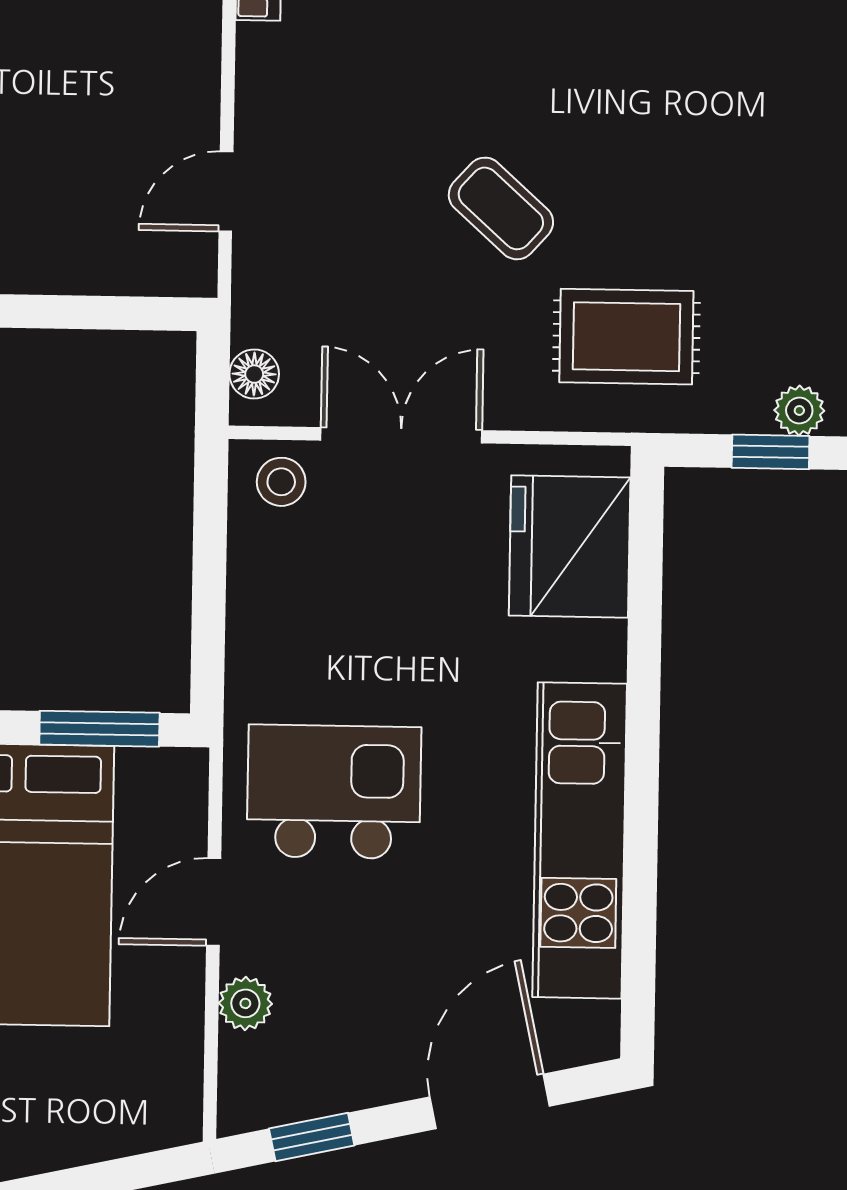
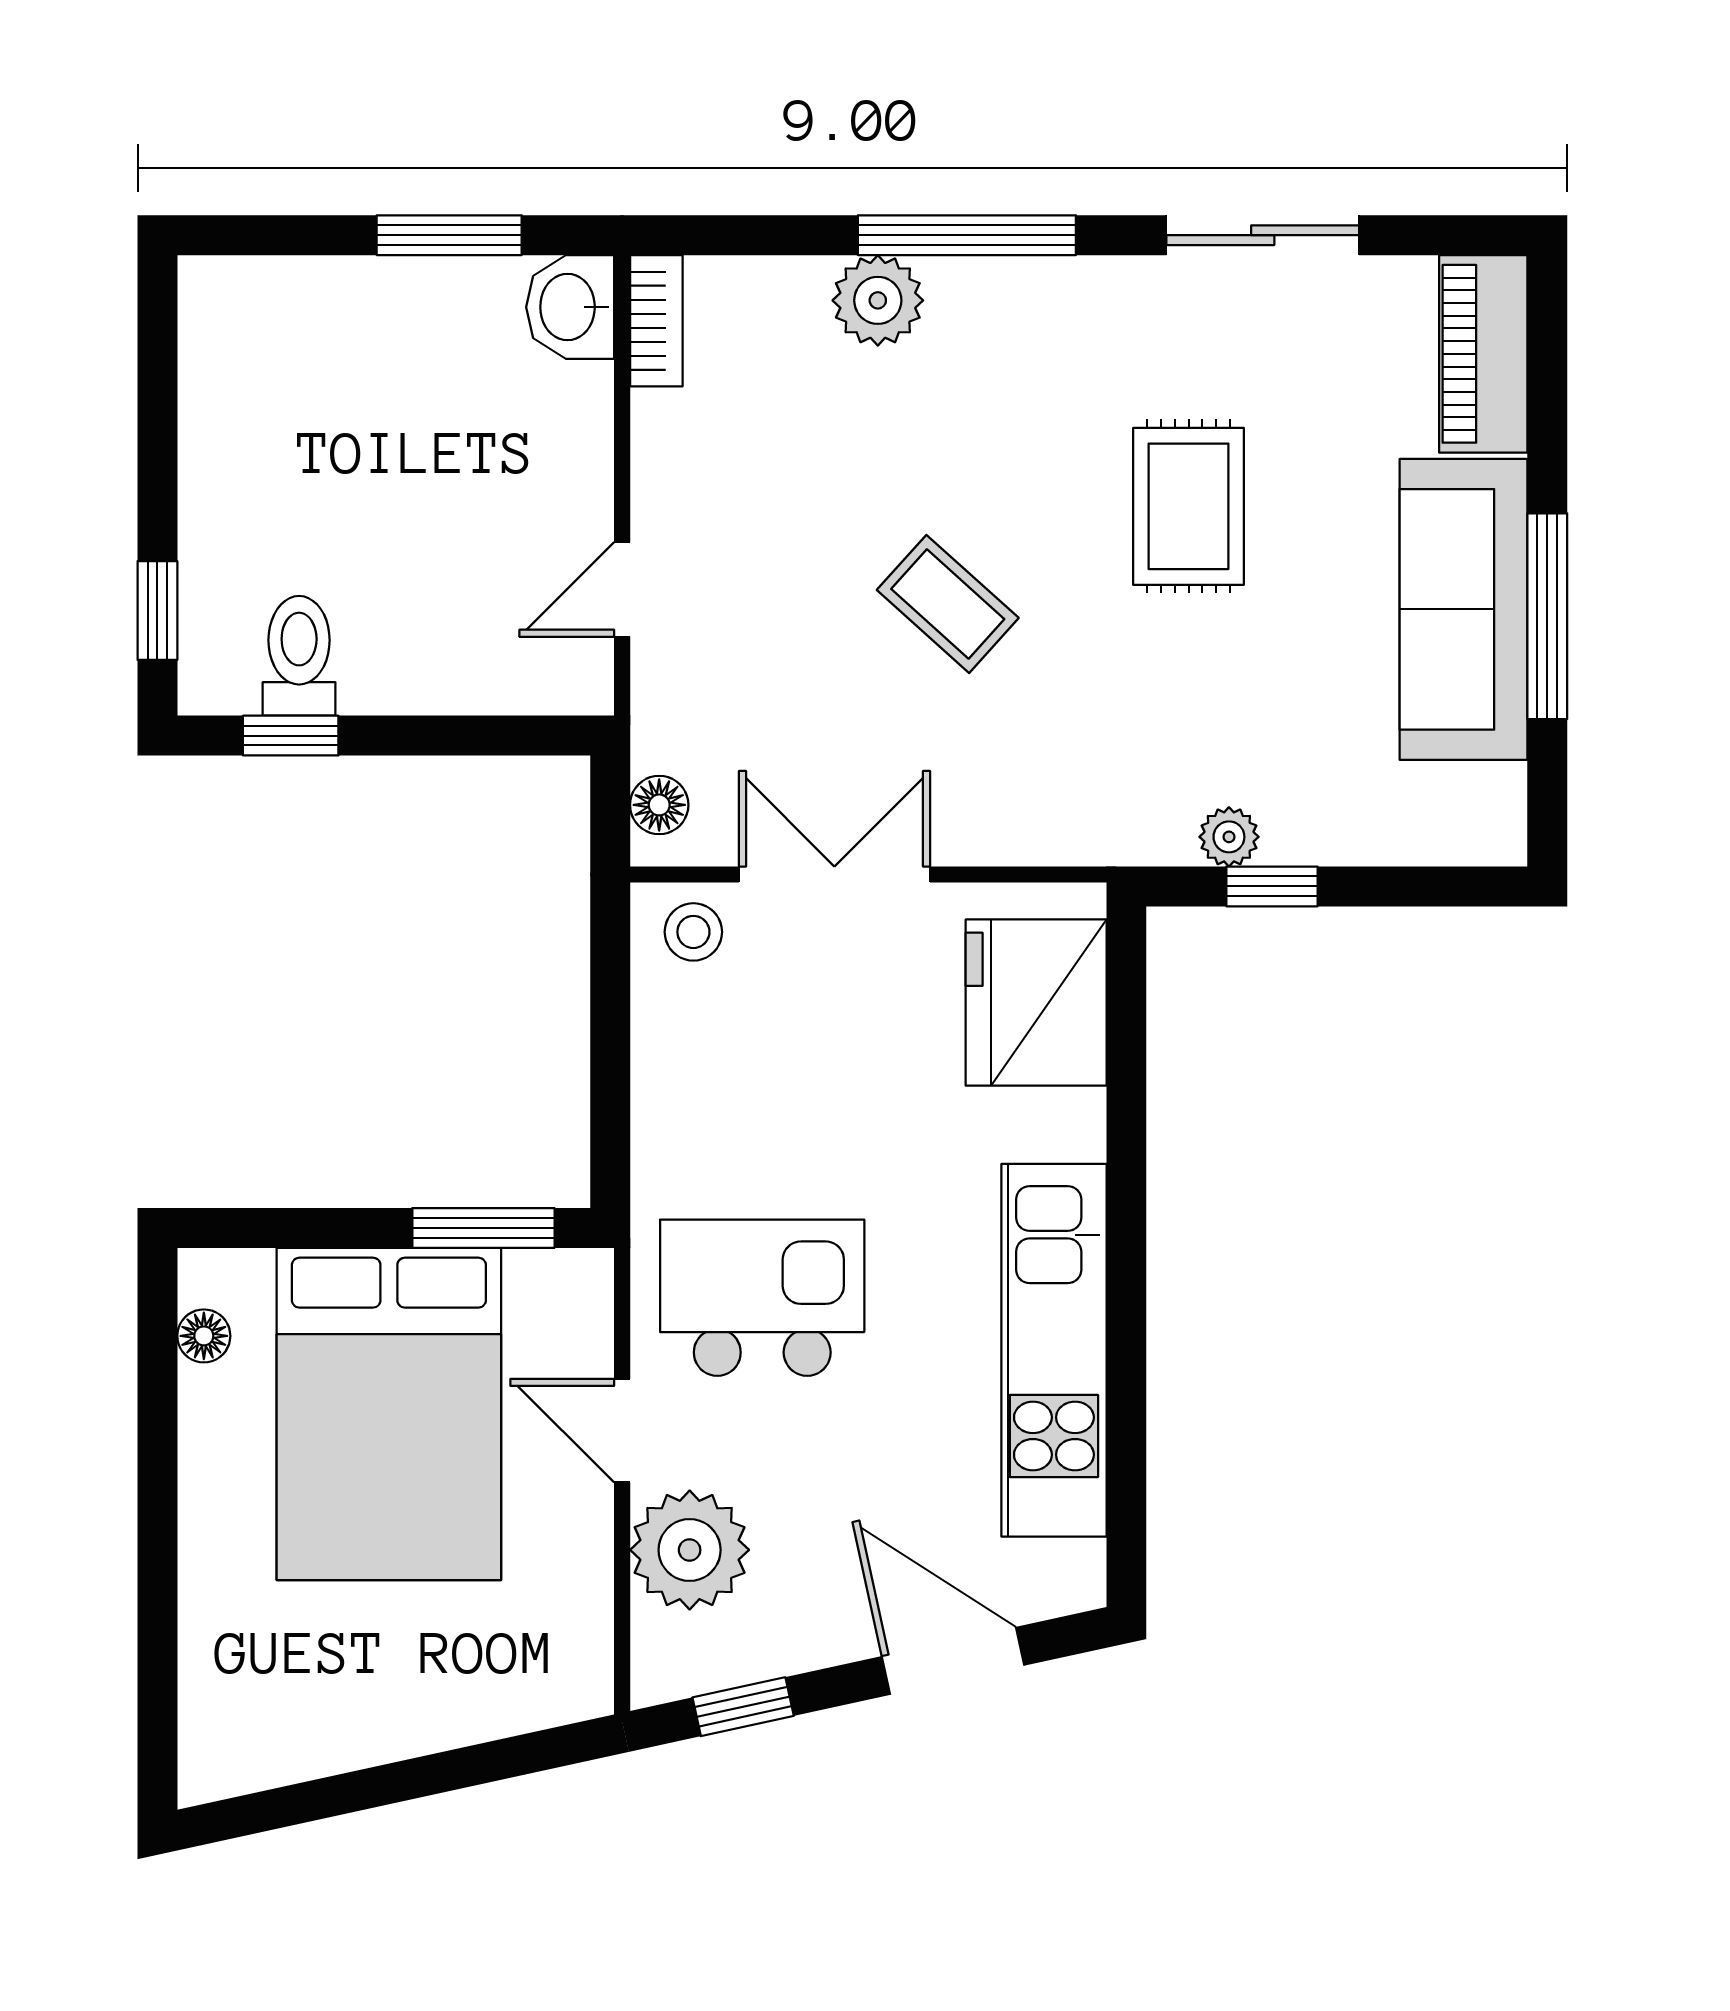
rug: (626, 337) -> (1189, 506), moved, turned 90
plant: (799, 410) -> (1229, 837), moved
door: (214, 902) -> (622, 1431), hinge flipped
plant: (245, 1003) -> (690, 1550), width x1.88, depth x1.88
door: (490, 1101) -> (953, 1661), hinge flipped

